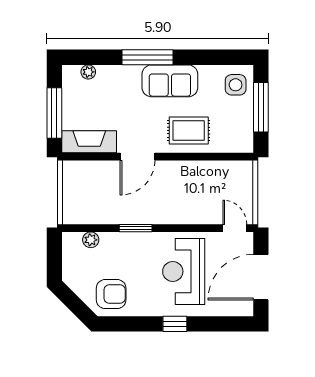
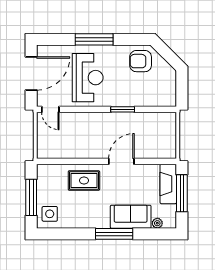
sofa: (170, 81) -> (131, 217), moved
fireplace: (89, 142) -> (168, 184), moved, turned 90
plant: (91, 240) -> (155, 101), removed
window: (175, 324) -> (94, 39), width x2.17

